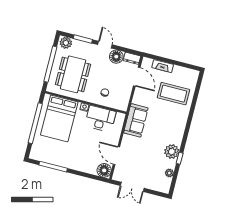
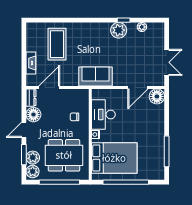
plant: (78, 46) -> (33, 158), added

